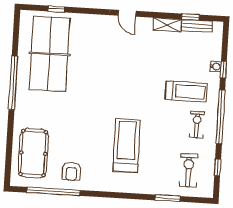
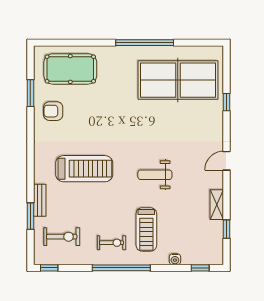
window: (56, 9) -> (227, 102), moved
bench: (197, 26) -> (40, 200), moved
window: (223, 69) -> (200, 268), moved
weight bench: (136, 80) -> (155, 175), added
window: (218, 167) -> (49, 268), moved
window: (53, 191) -> (30, 93), width x0.47

